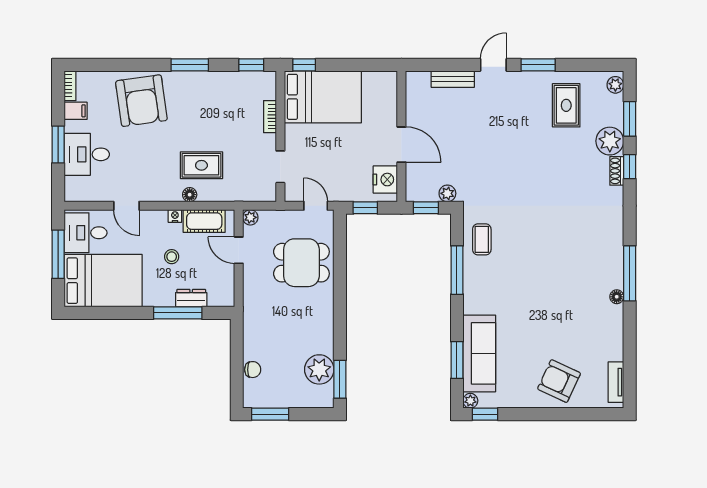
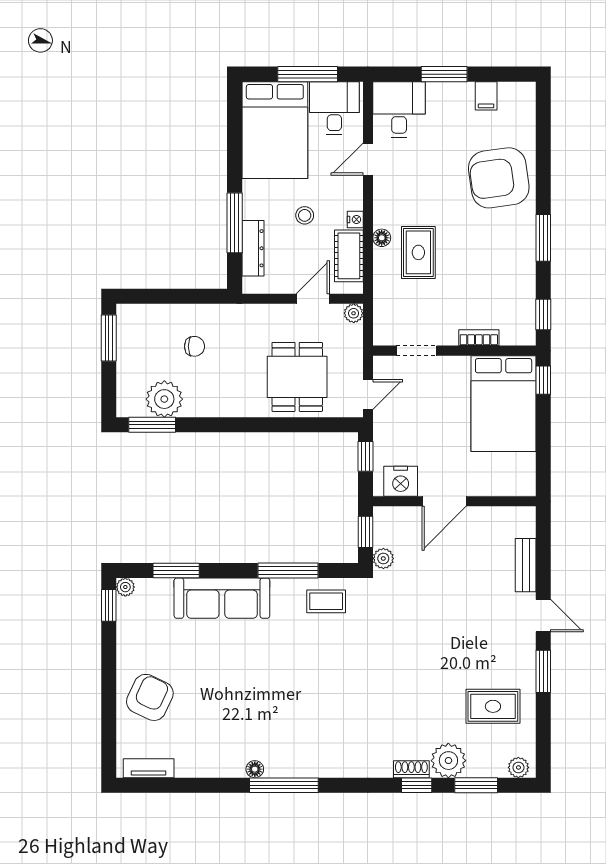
bookcase: (70, 86) -> (517, 89), removed
desk: (87, 154) -> (399, 110), moved
dresser: (191, 298) -> (253, 248), width x1.44
sofa: (479, 353) -> (222, 598), moved
chair: (253, 370) -> (195, 346), moved, turned -90

